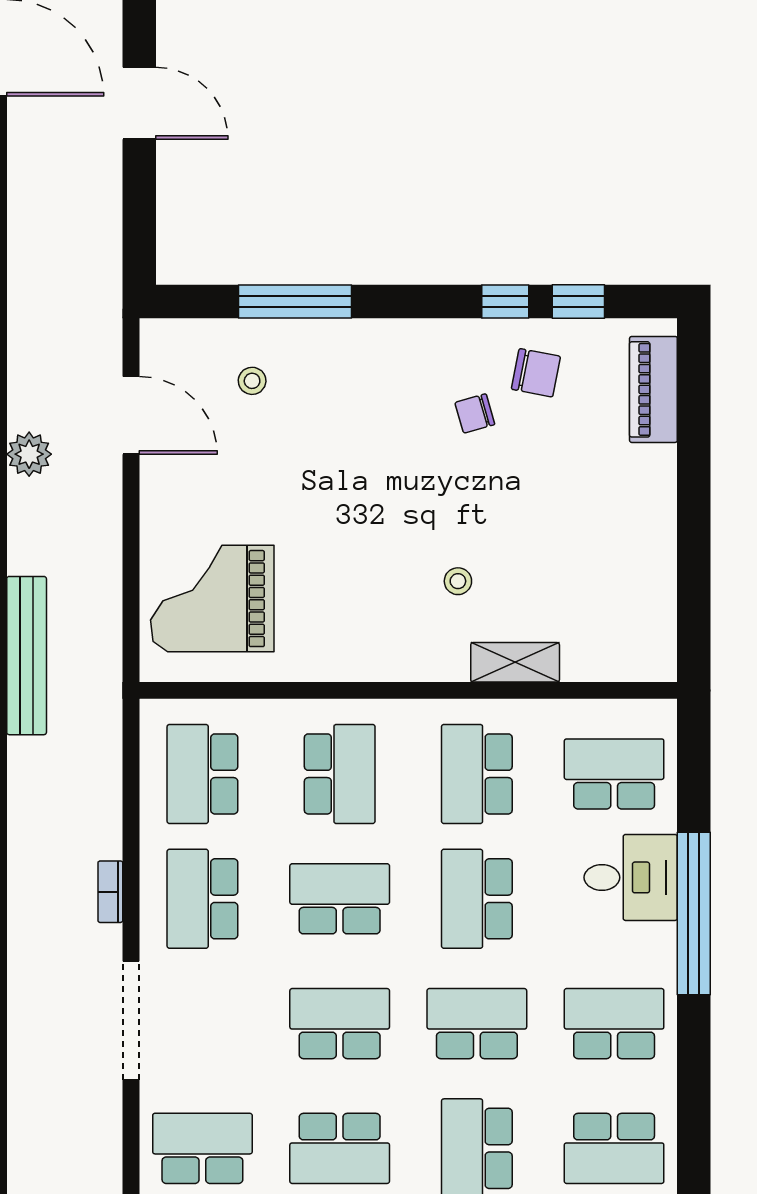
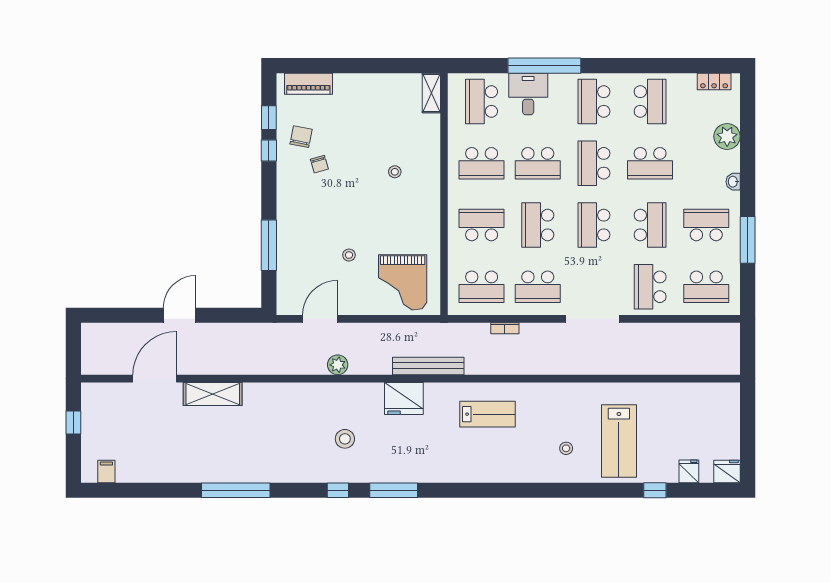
stool: (252, 381) -> (349, 255), moved
shelving: (515, 662) -> (431, 93), moved
bookcase: (110, 892) -> (505, 328), moved

